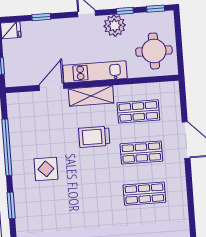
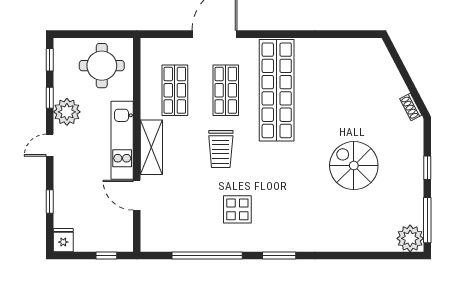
trolley: (94, 137) -> (221, 149), moved
shop shelf: (144, 194) -> (277, 90), width x2.00, depth x1.36

